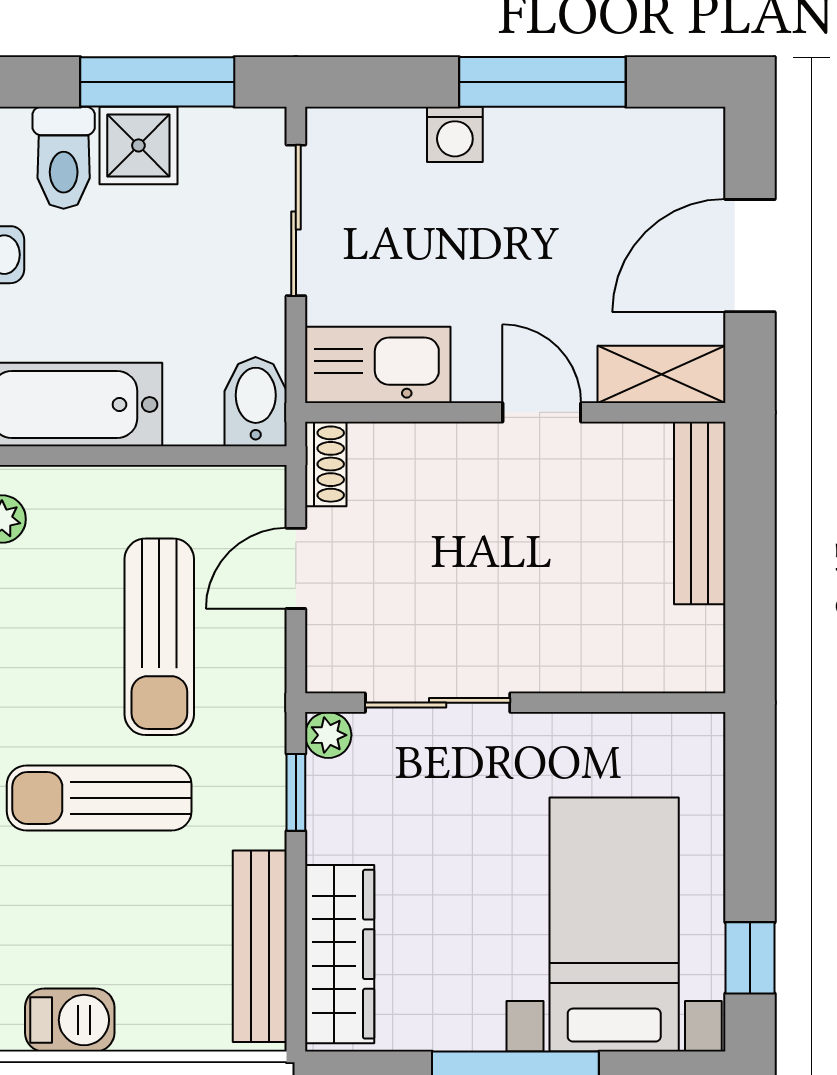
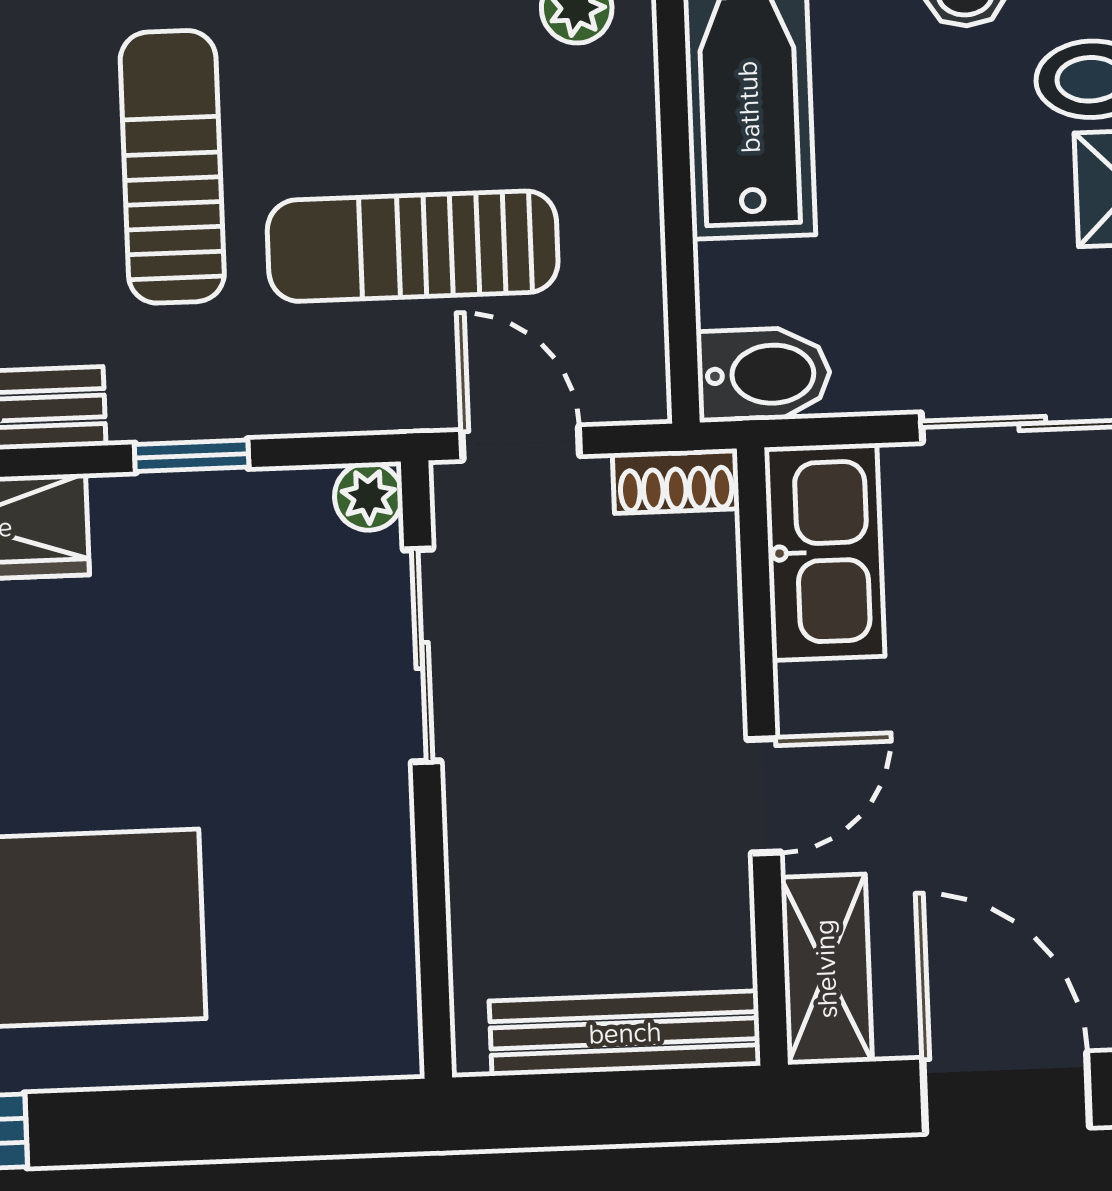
sliding door: (438, 703) -> (422, 655), moved
wall: (515, 703) -> (426, 769), moved
plant: (328, 735) -> (368, 496), moved

